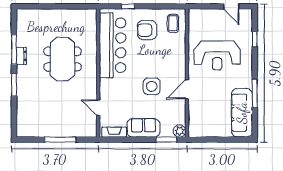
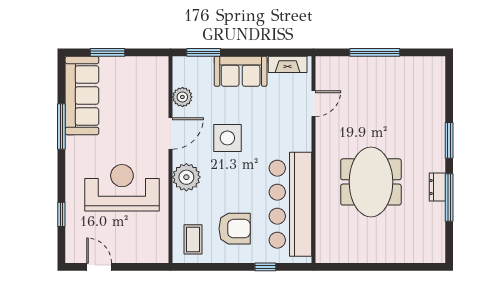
plant: (177, 62) -> (186, 177), added
door: (98, 108) -> (314, 104), hinge flipped
plant: (180, 131) -> (182, 97), moved
window: (226, 140) -> (108, 52), added

